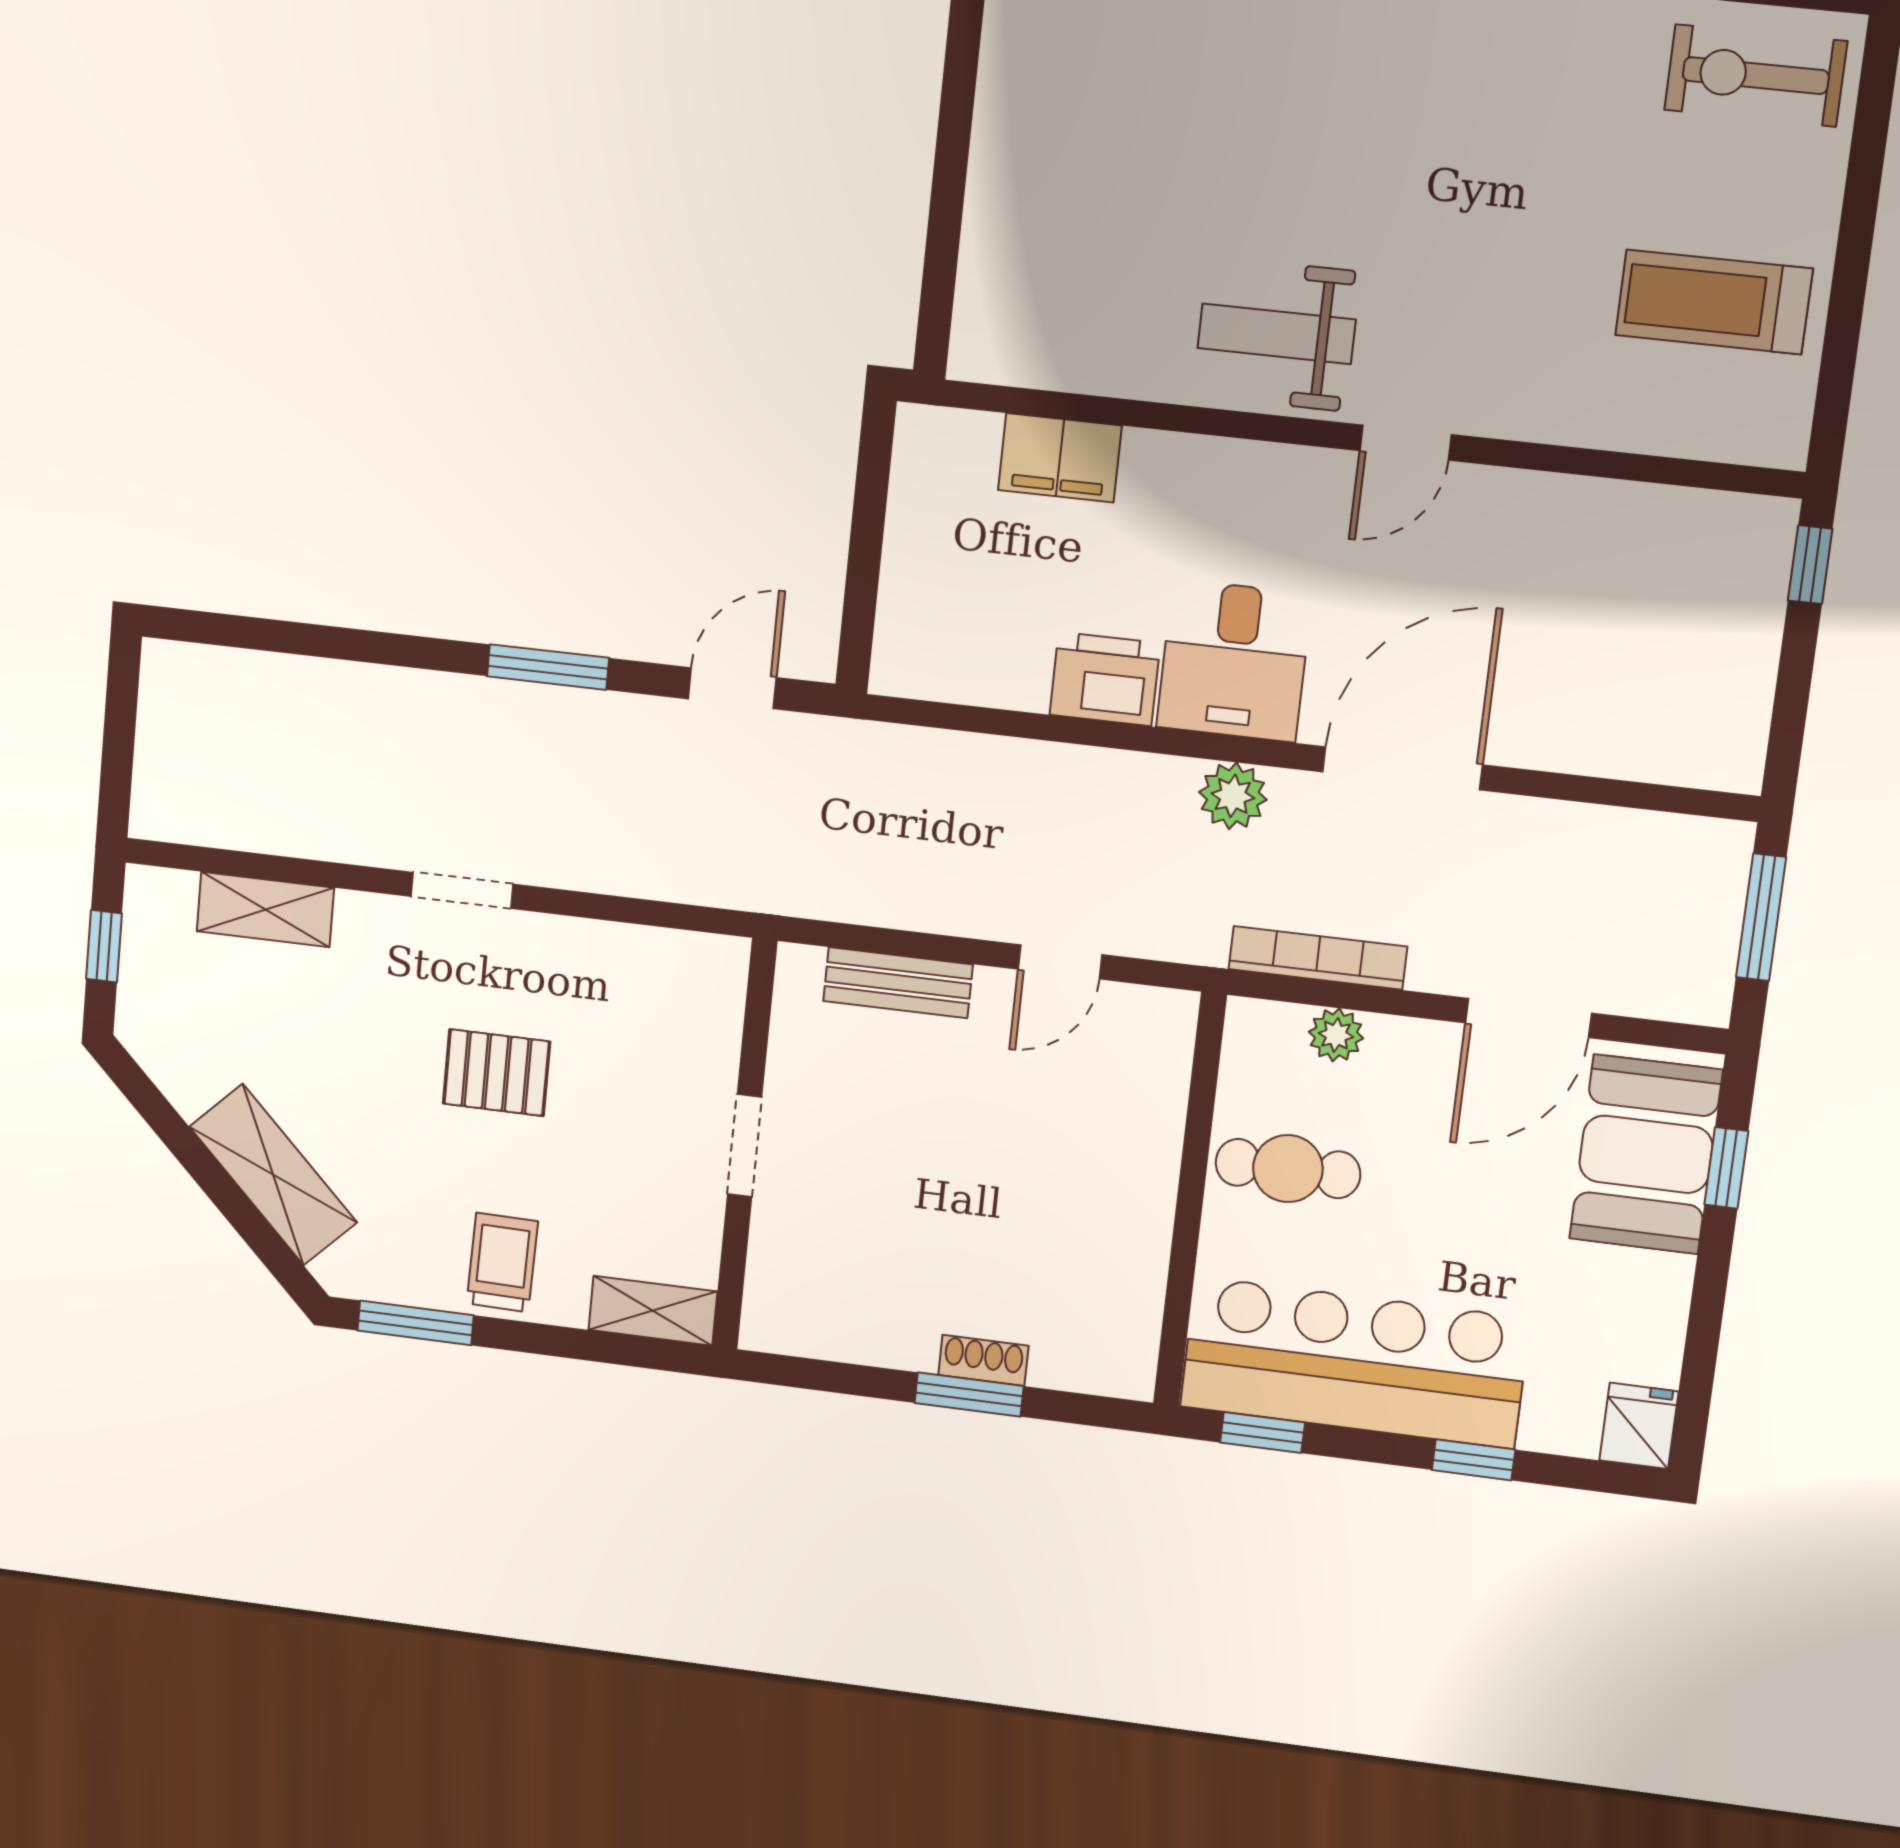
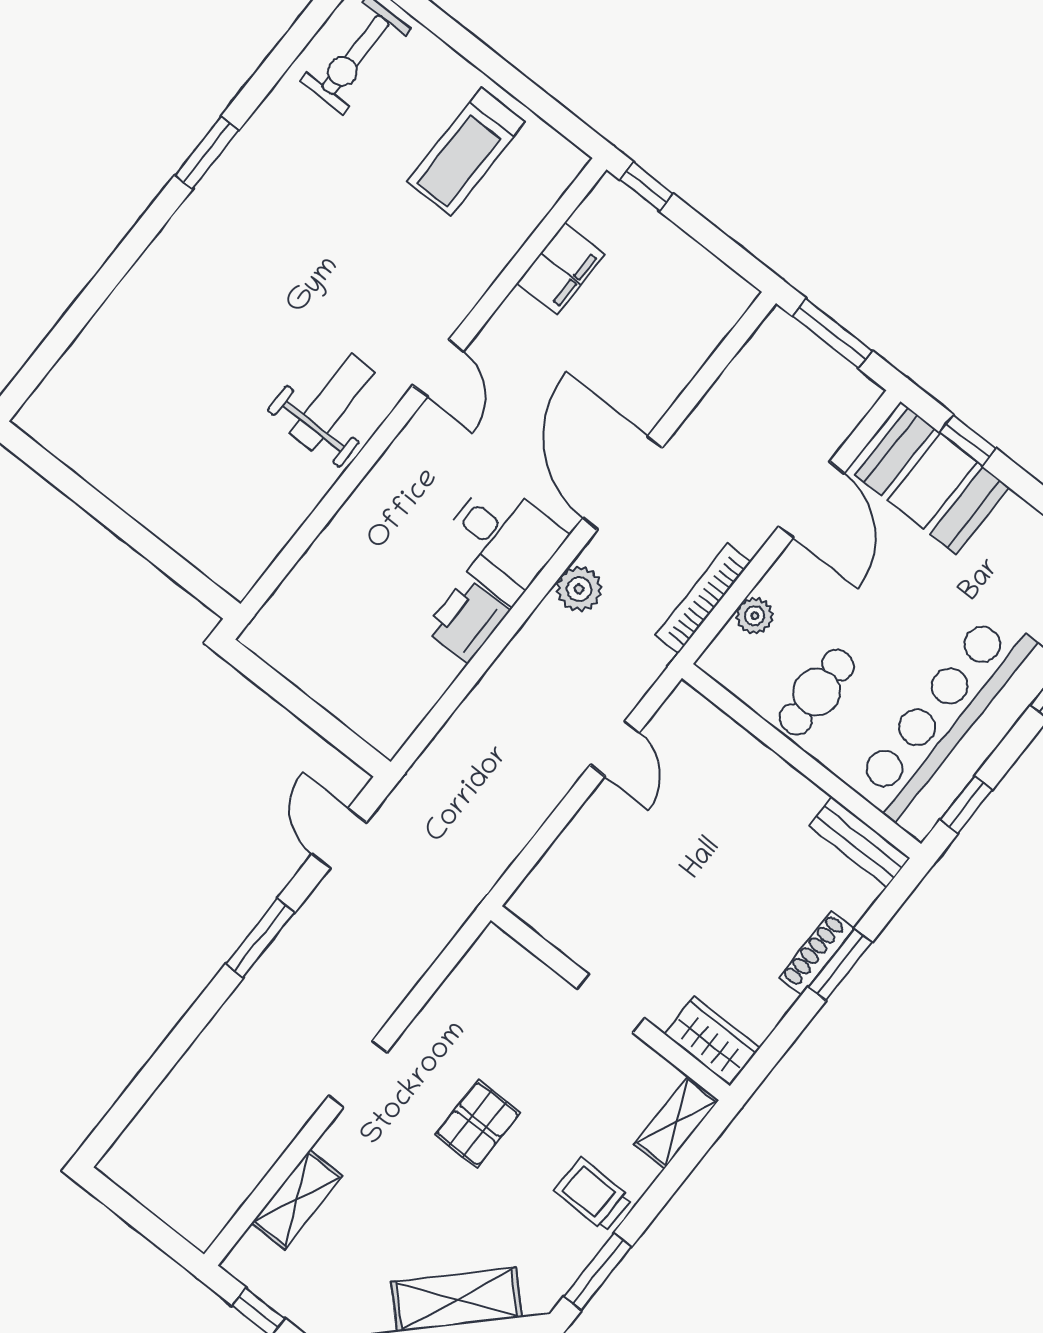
weight bench: (1277, 334) -> (332, 402), turned 180
filing cabinet: (1060, 458) -> (561, 269), moved
bench: (898, 983) -> (859, 842), moved, turned 90
wardrobe: (777, 1296) -> (712, 1041), added
shoe rack: (983, 1360) -> (817, 953), width x1.43

